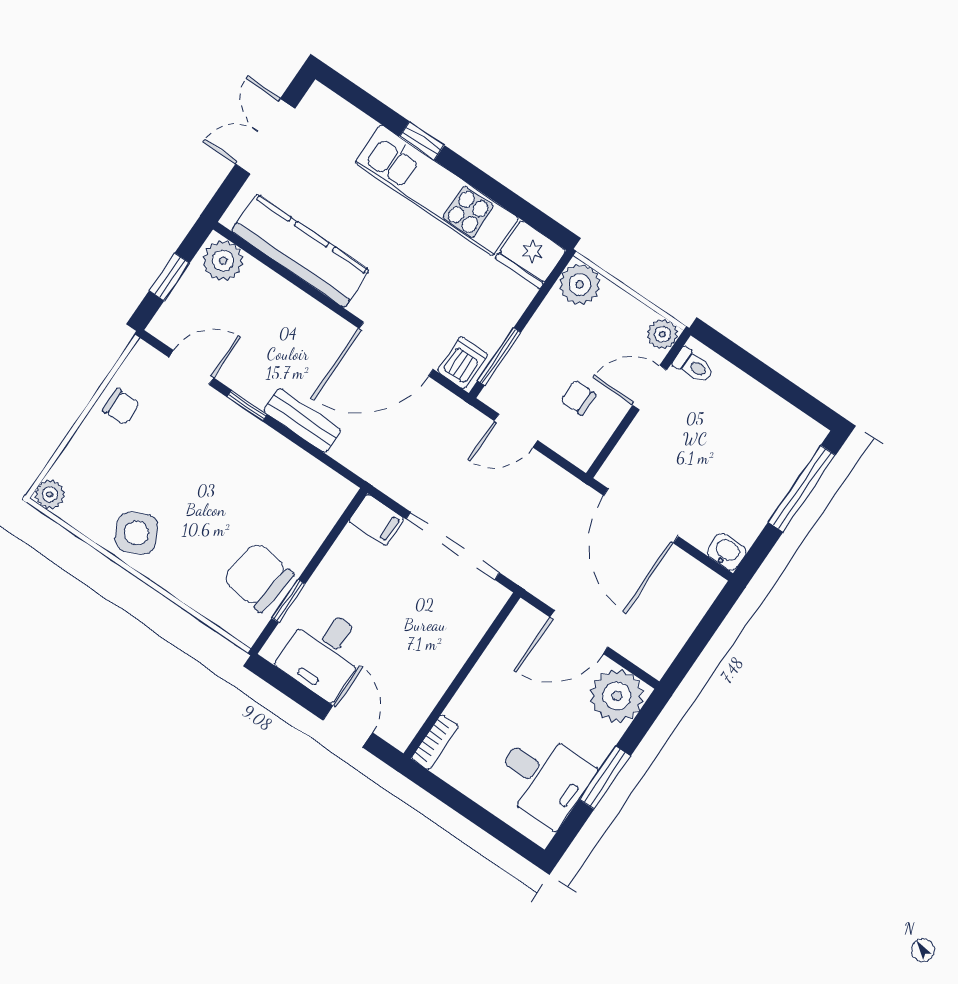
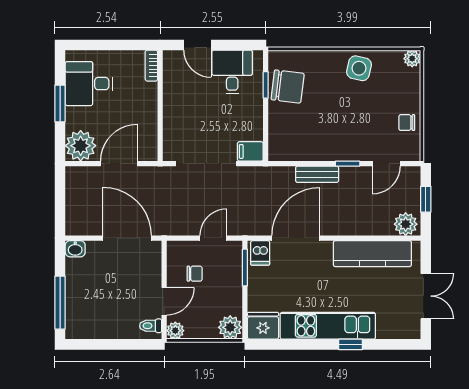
side table: (137, 533) -> (359, 68), turned 38

